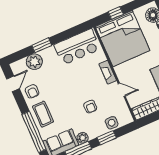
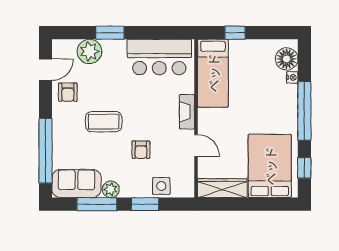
bed: (122, 39) -> (213, 73), width x0.49
coffee table: (43, 114) -> (104, 122), moved, turned 90

